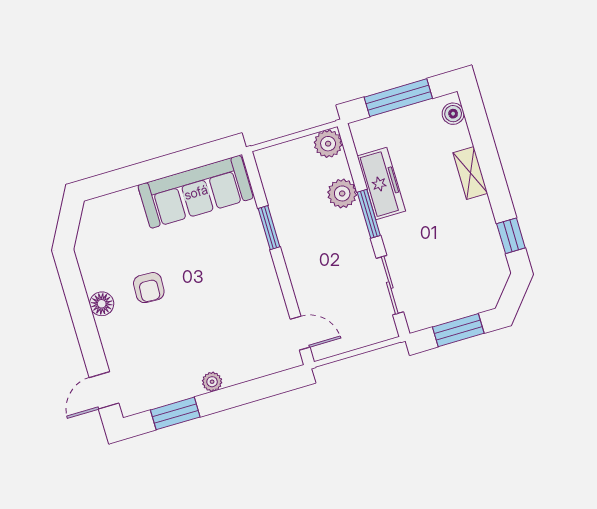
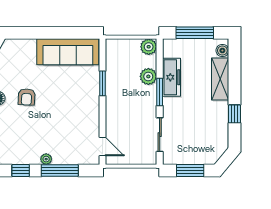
shelving: (470, 173) -> (220, 79), width x1.50, depth x1.33
window: (511, 236) -> (234, 114), moved
window: (240, 394) -> (60, 171), added
window: (175, 413) -> (21, 171), width x0.67

